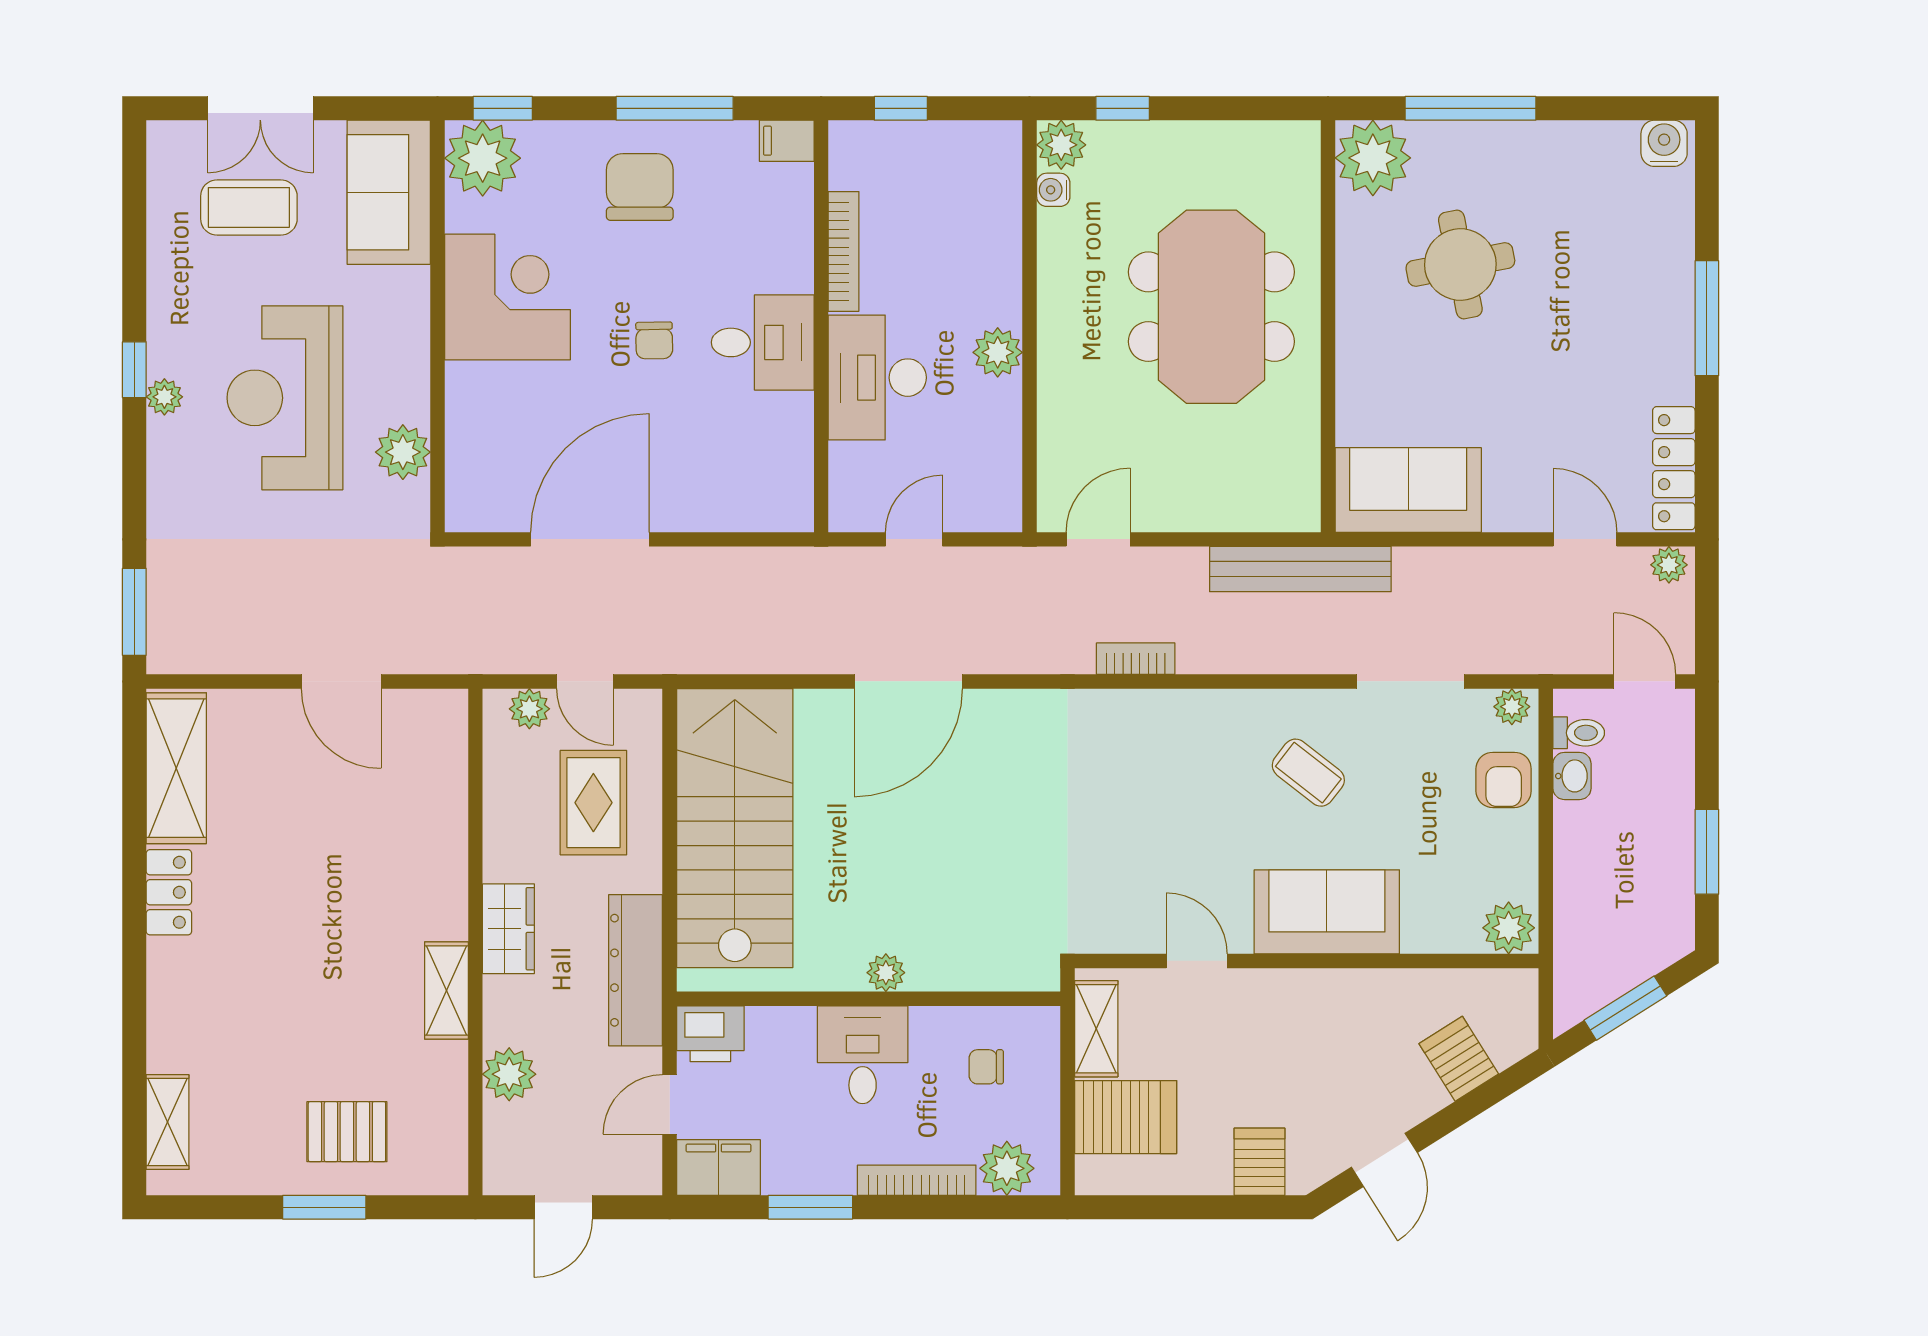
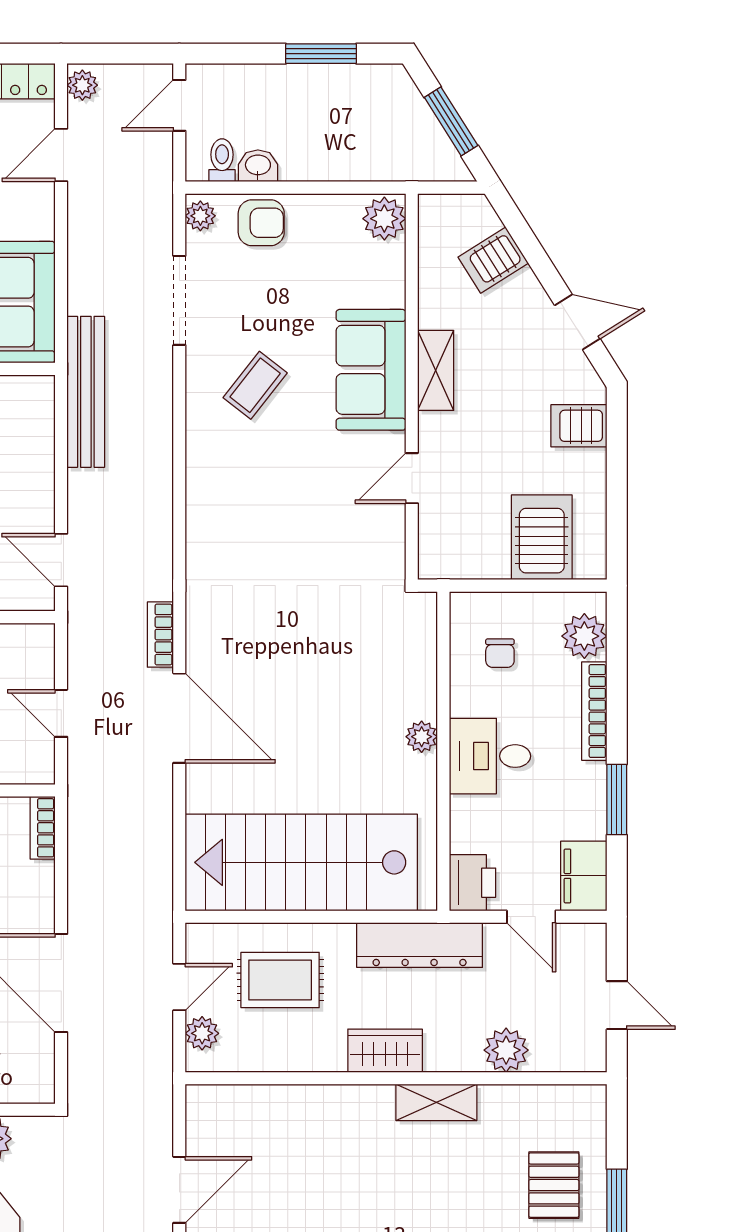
bookcase: (776, 517) -> (43, 828), added
bookcase: (1136, 659) -> (160, 635), moved
shelving: (1096, 1029) -> (436, 370), moved, turned 90

